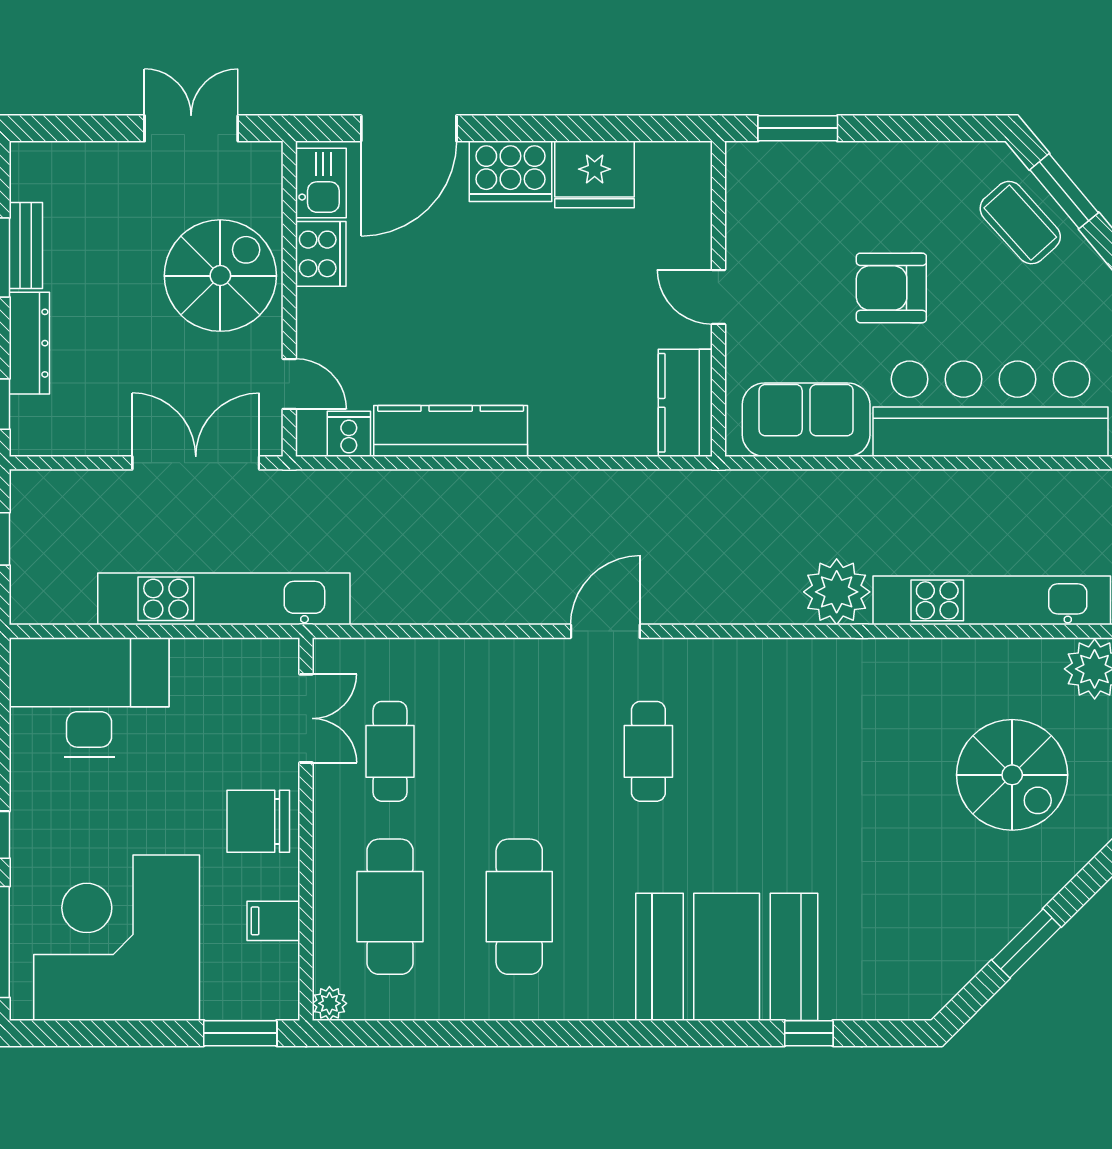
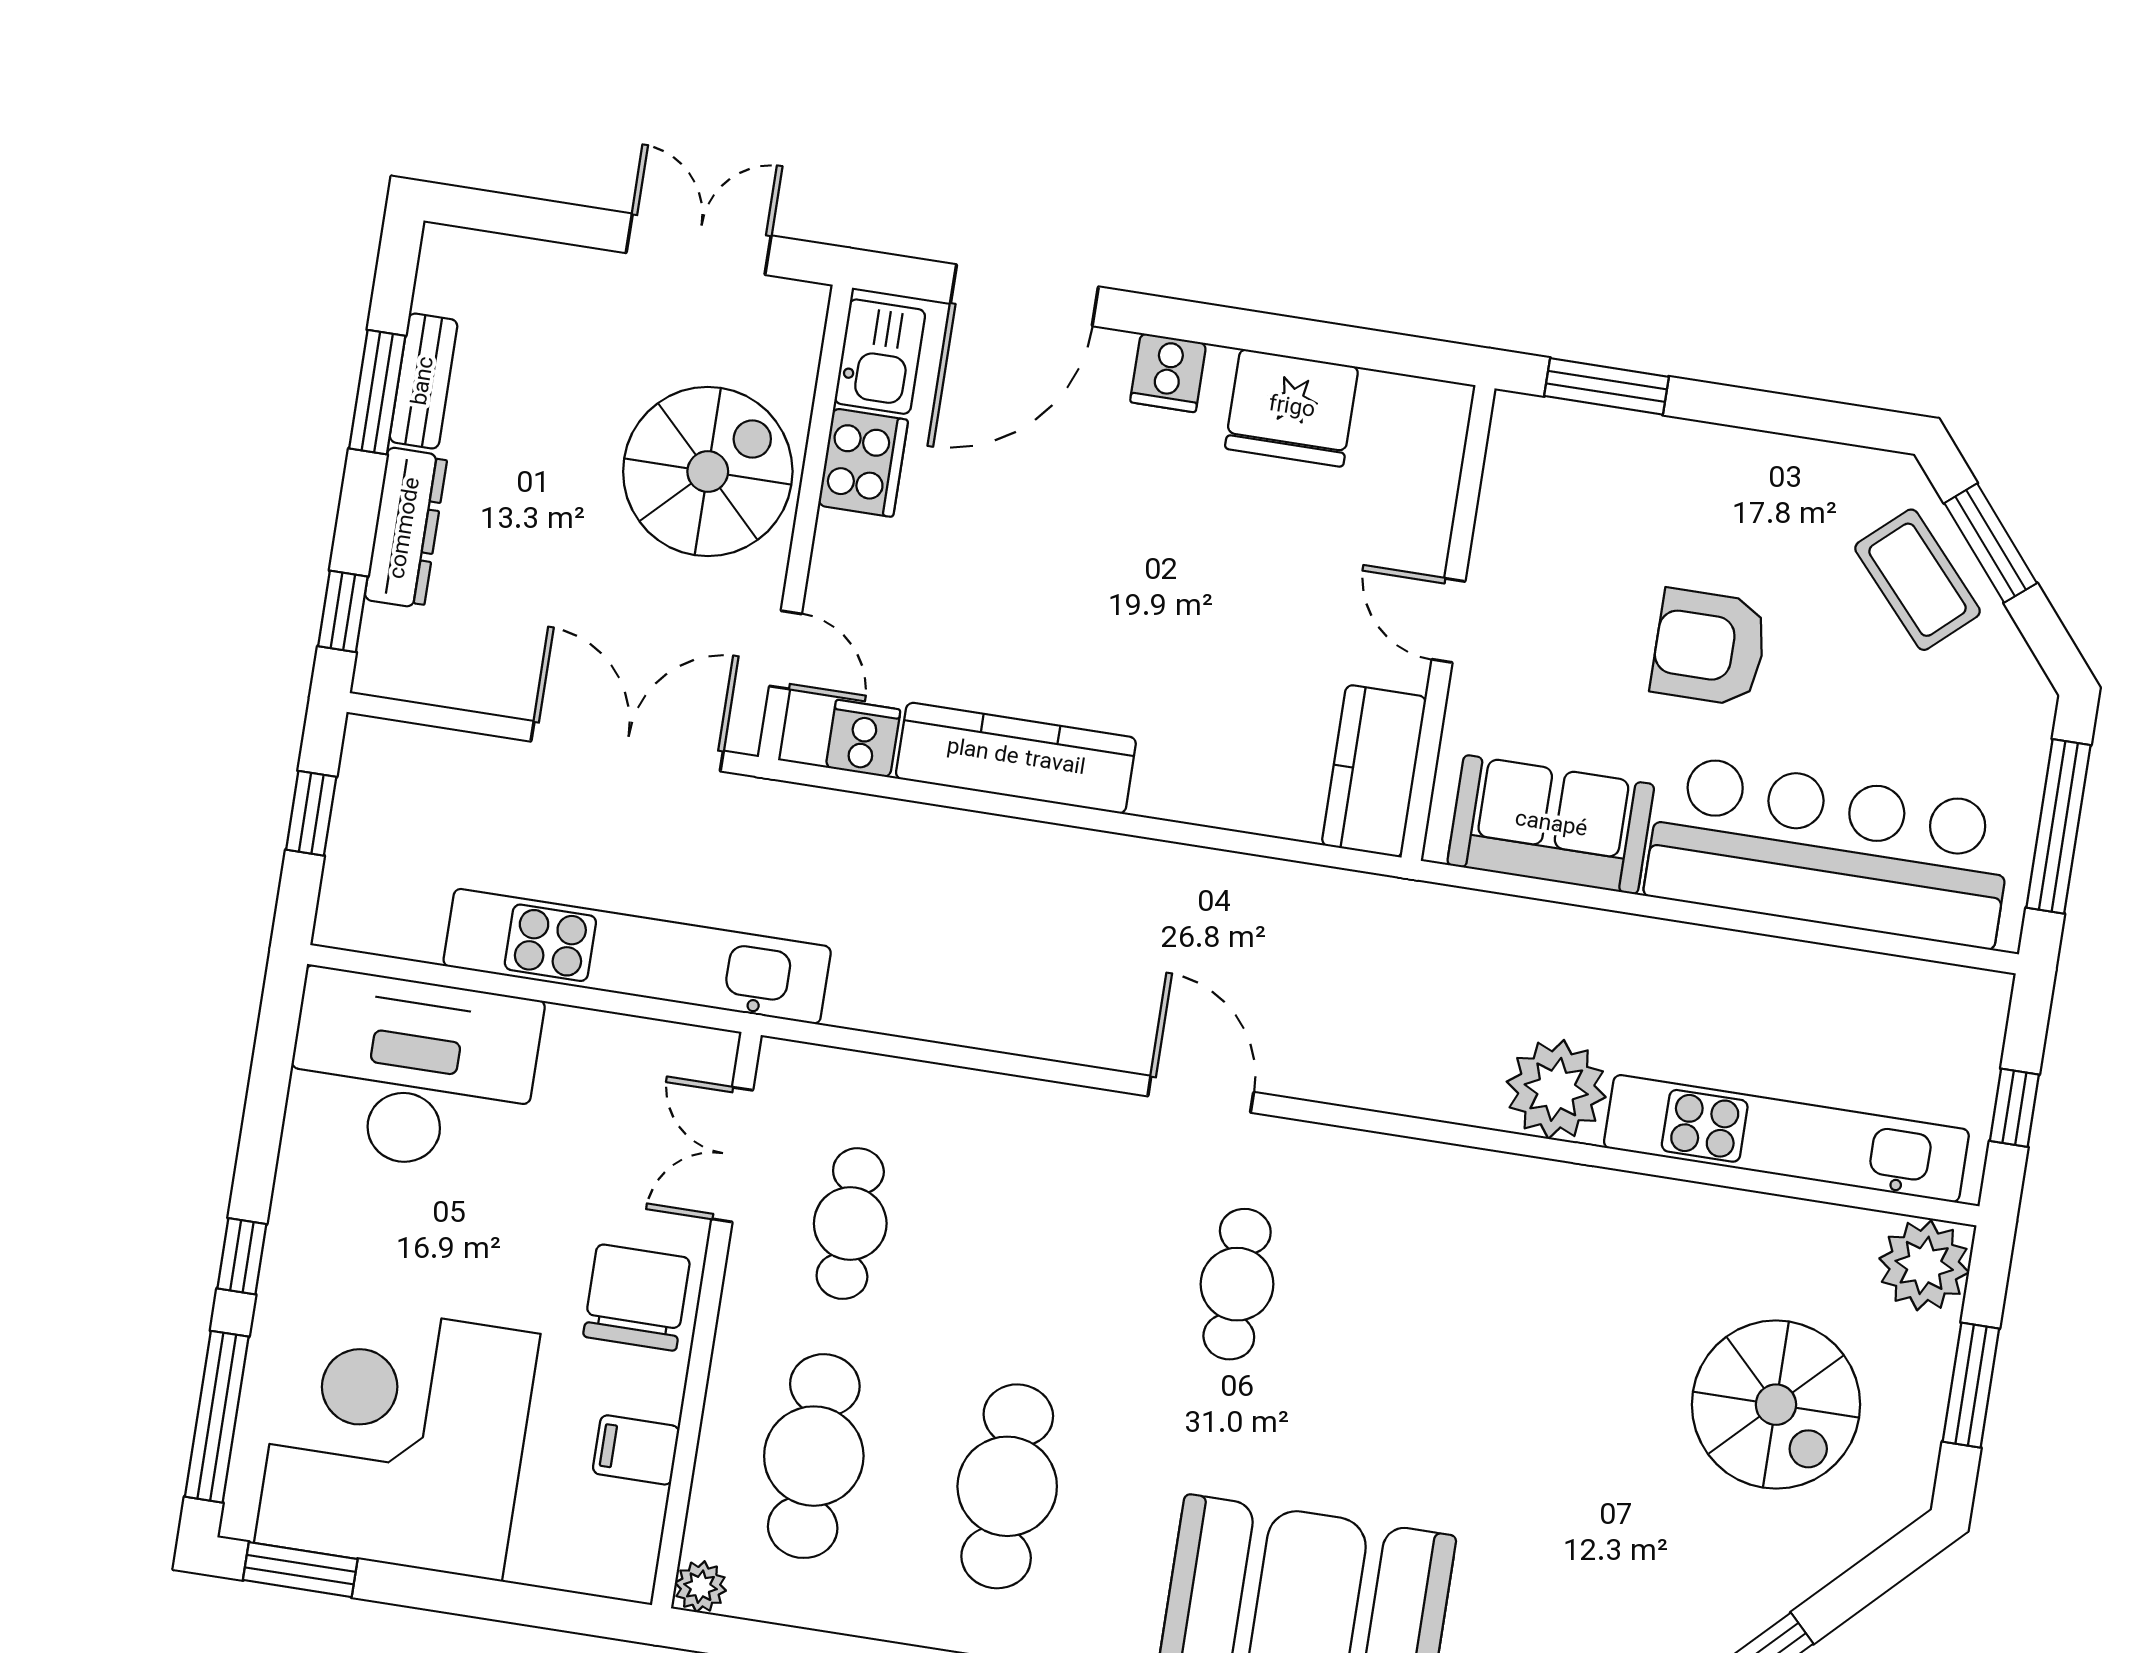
cooker: (510, 171) -> (1168, 373), width x0.53, depth x0.76
door: (605, 631) -> (1201, 1094), hinge flipped
double door: (306, 718) -> (732, 1155), swing flipped
chair: (258, 821) -> (637, 1297), turned 90
window: (240, 1033) -> (300, 1570), moved

